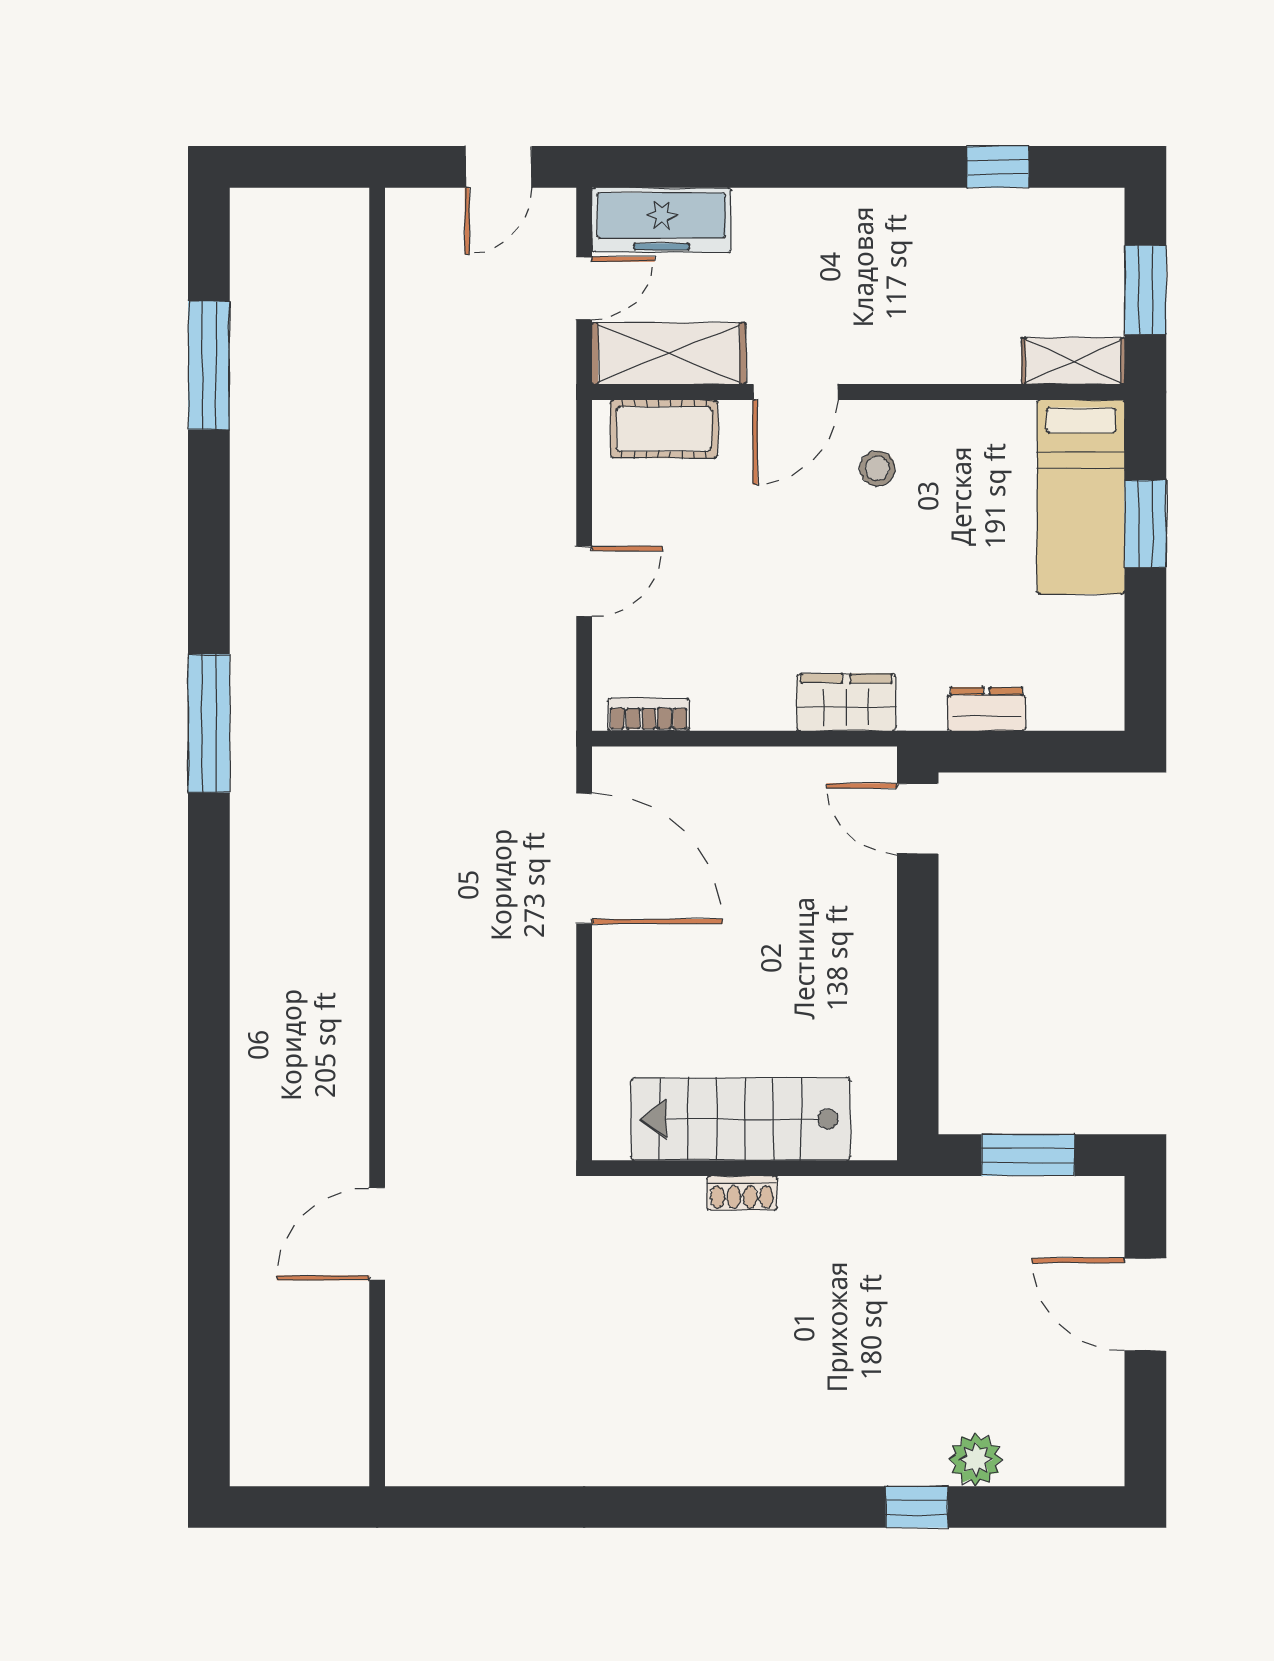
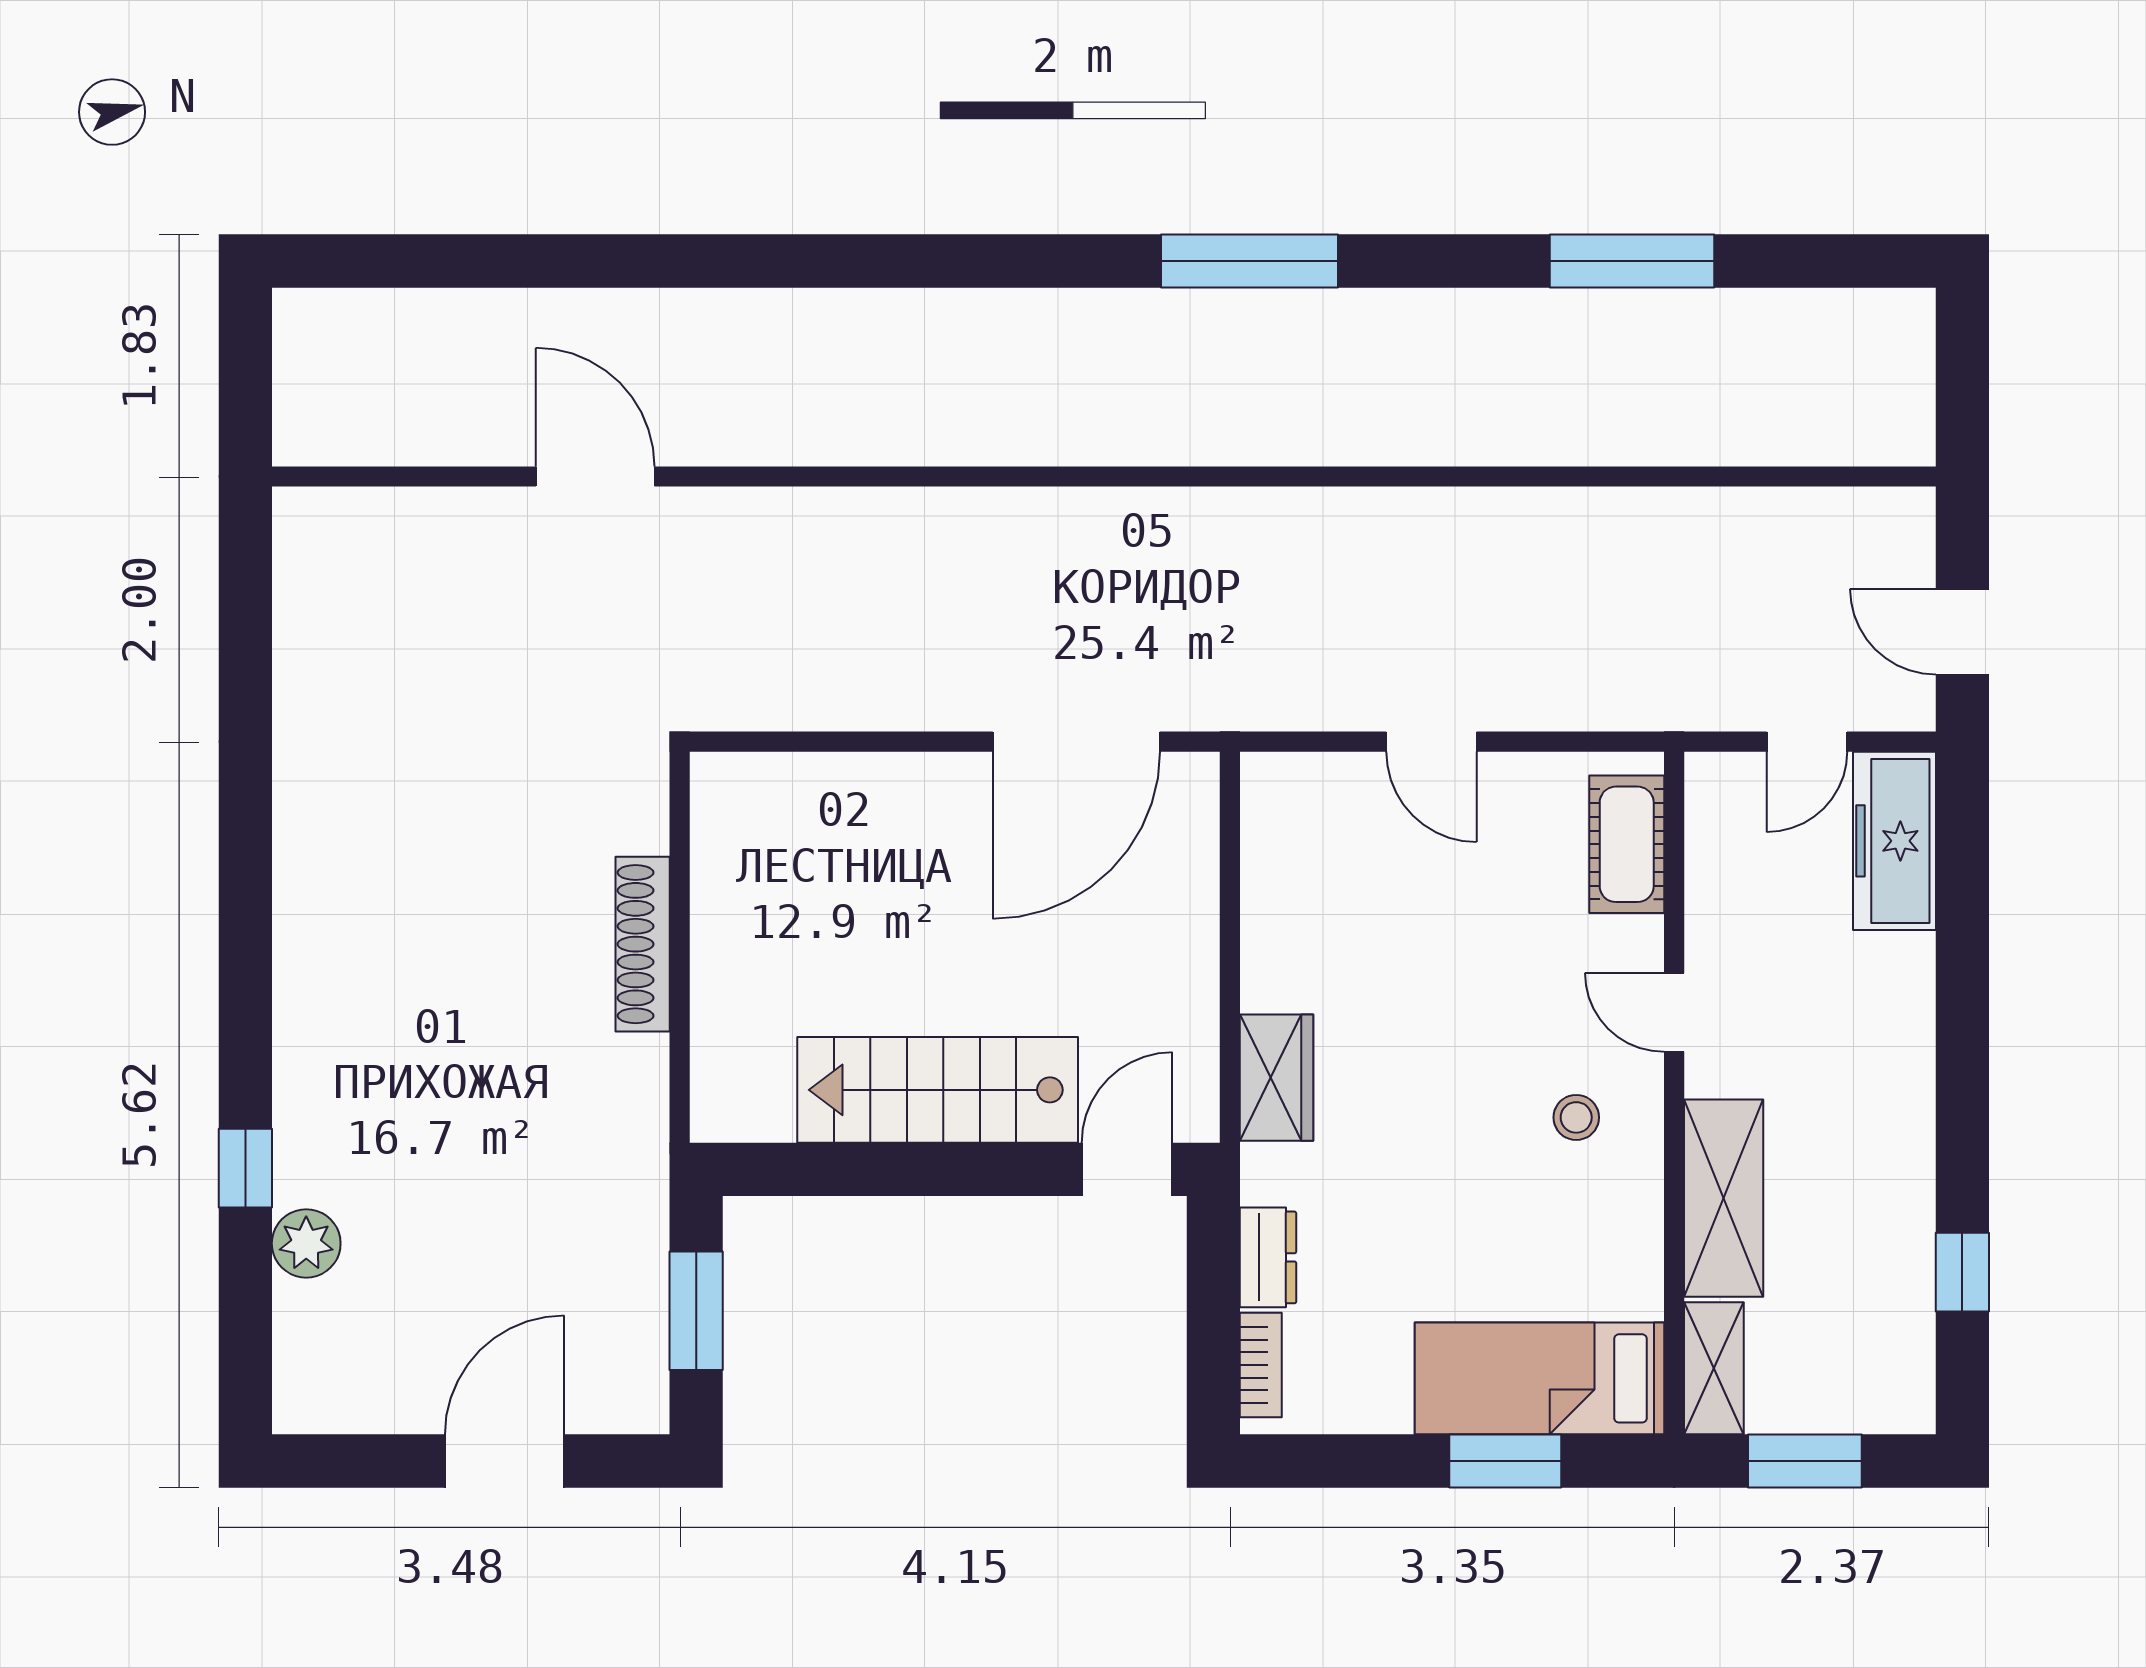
door: (584, 288) -> (1807, 742), hinge flipped
shelving: (669, 353) -> (1724, 1198), moved
window: (209, 365) -> (1632, 261), moved
door: (795, 392) -> (1674, 1012), width x0.73
bookcase: (649, 715) -> (1261, 1365), moved
stairs: (741, 1119) -> (938, 1090), moved, turned -90
shoe rack: (742, 1193) -> (643, 944), width x1.94, depth x1.24

